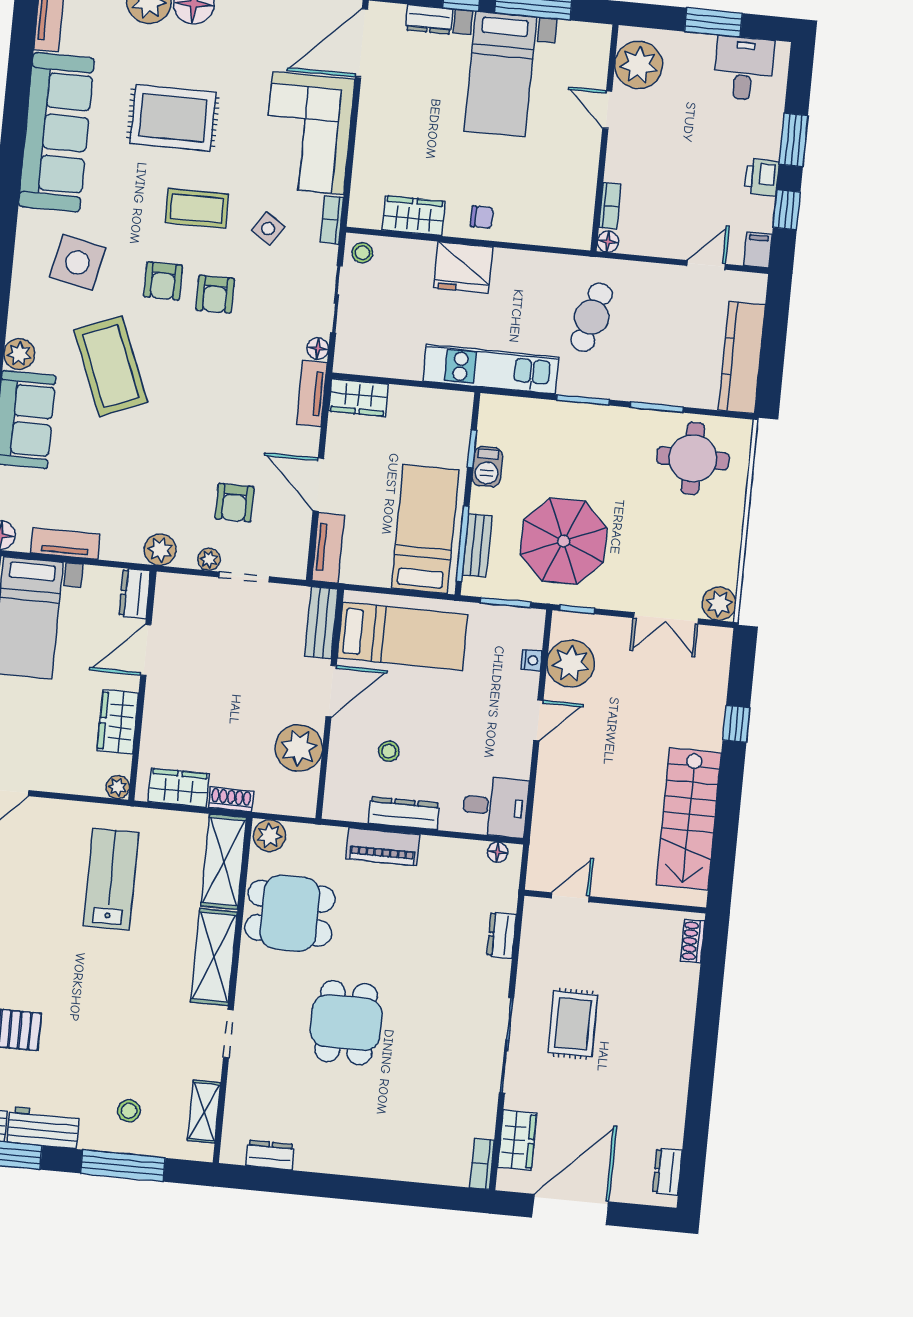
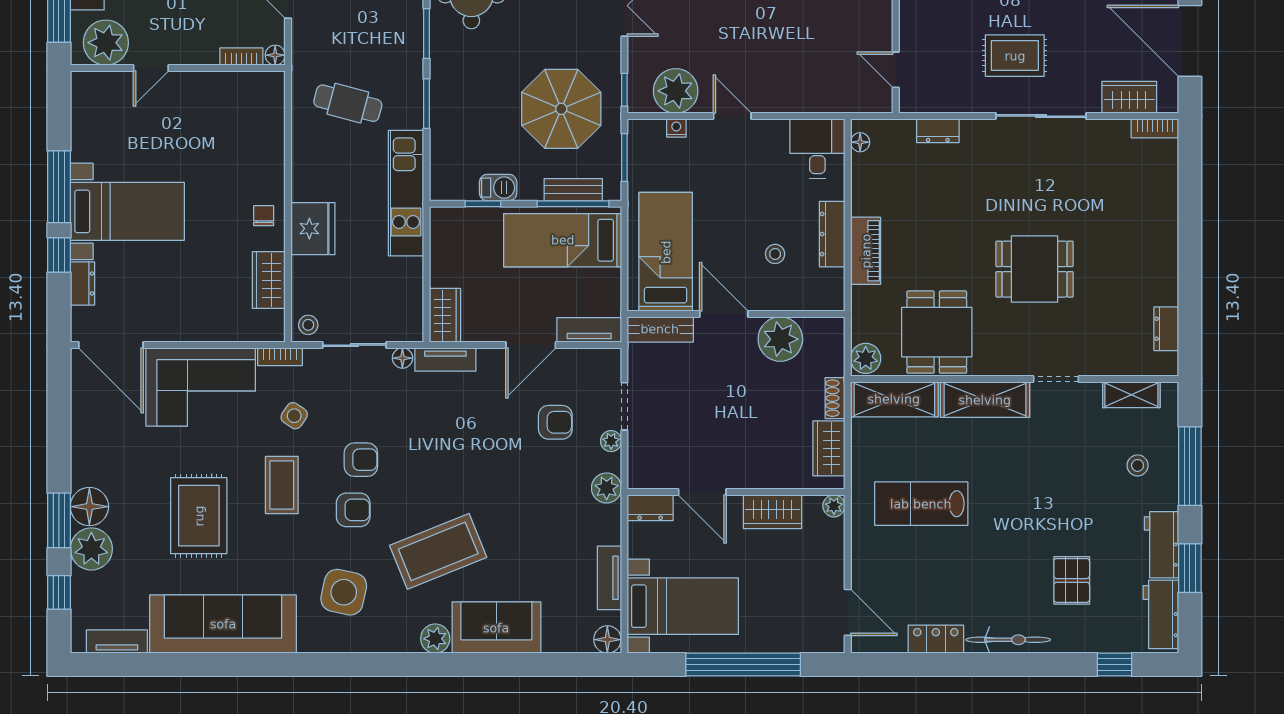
plant: (639, 65) -> (106, 43), moved
door: (607, 110) -> (151, 68), moved
wall: (604, 138) -> (178, 68), moved
bookcase: (610, 206) -> (241, 57), moved
floor lamp: (608, 242) -> (275, 55), moved

